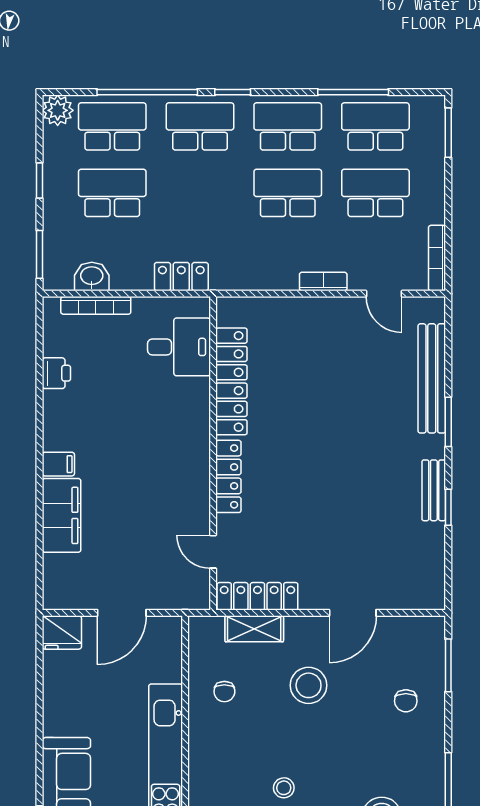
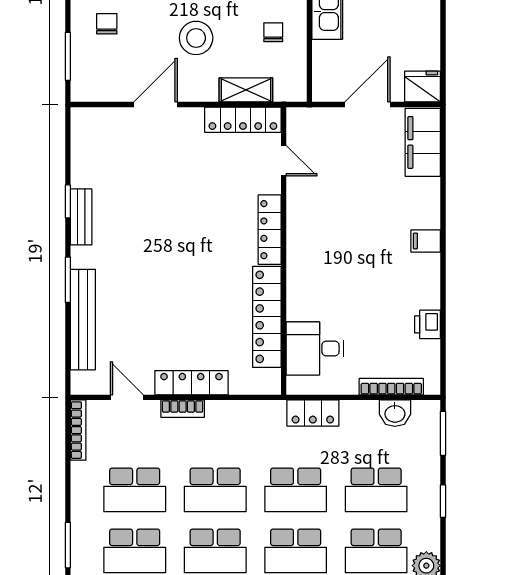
school desk: (200, 193) -> (296, 490), added
locker: (314, 310) -> (191, 383), added
filing cabinet: (61, 515) -> (423, 142), moved

